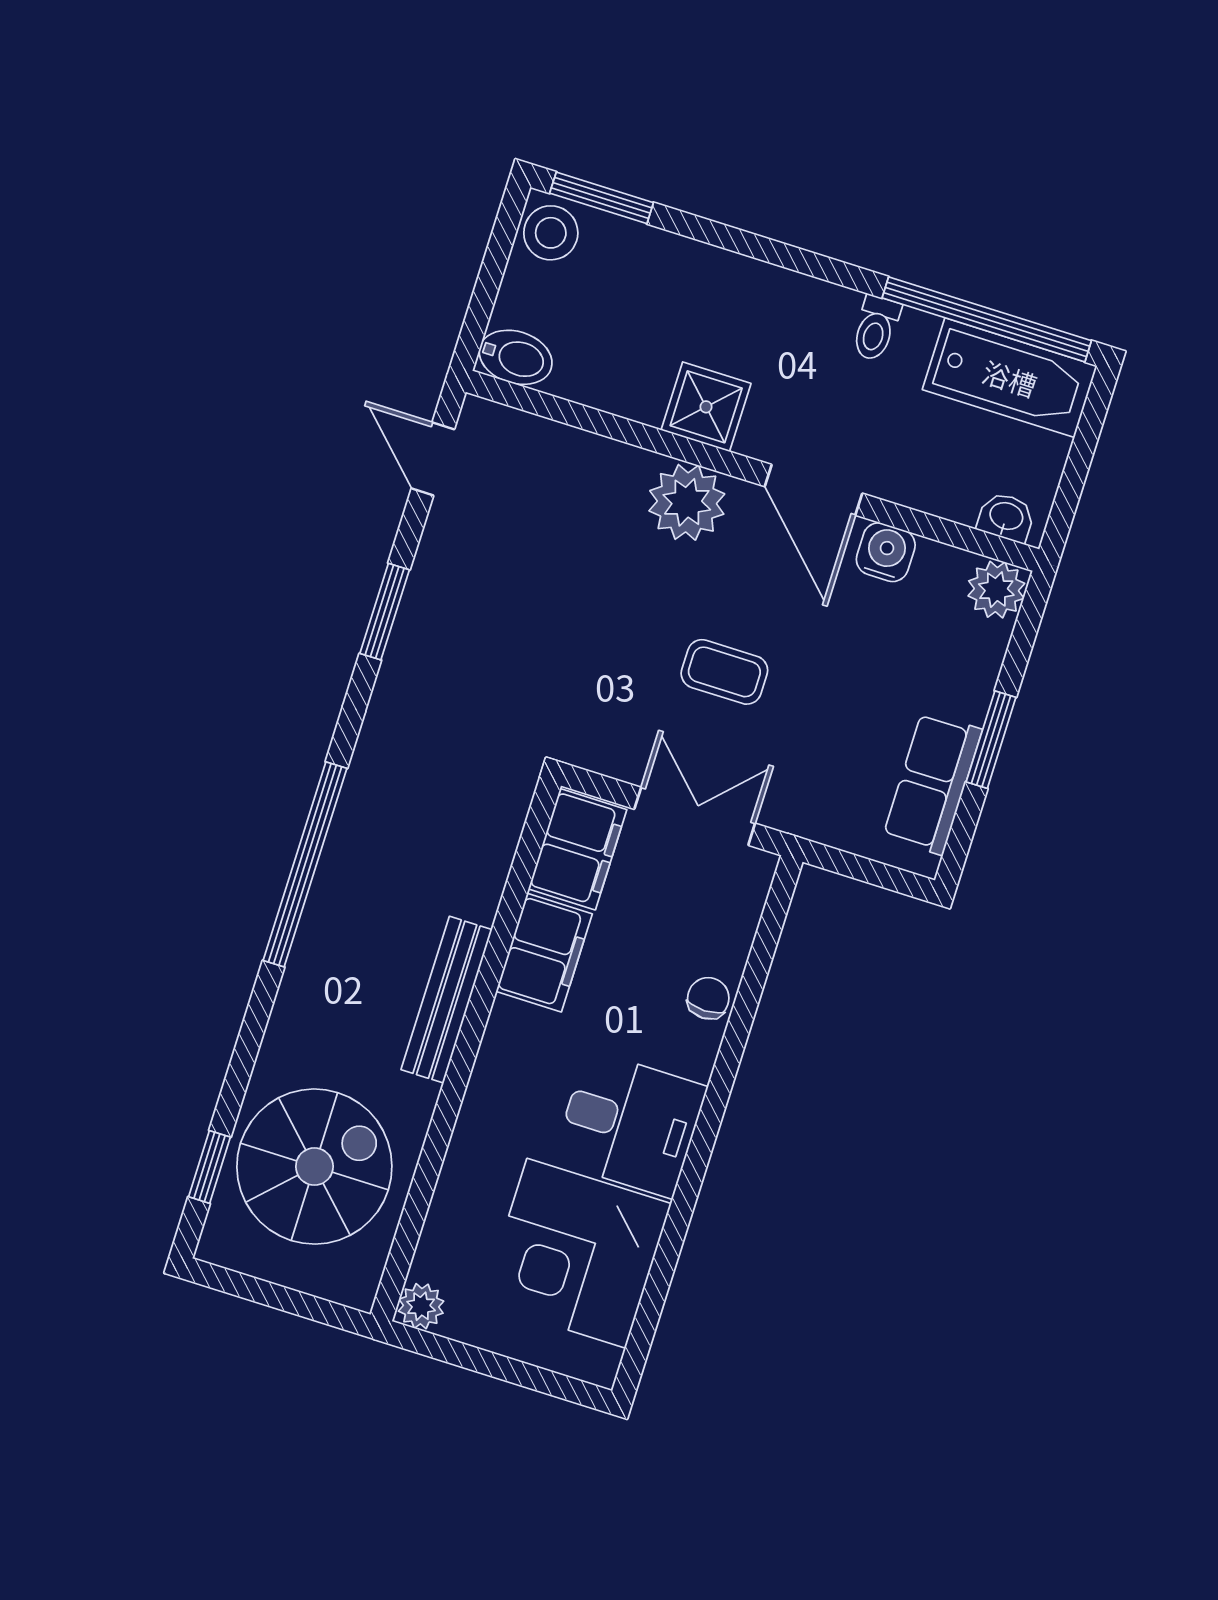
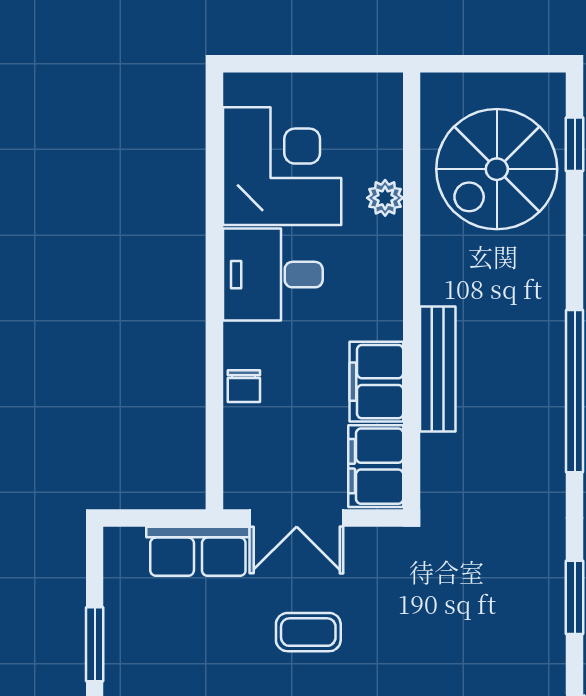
row of seats: (933, 783) -> (198, 551), moved, turned 90
bench: (447, 1000) -> (438, 369), moved
plant: (421, 1306) -> (385, 198), moved

